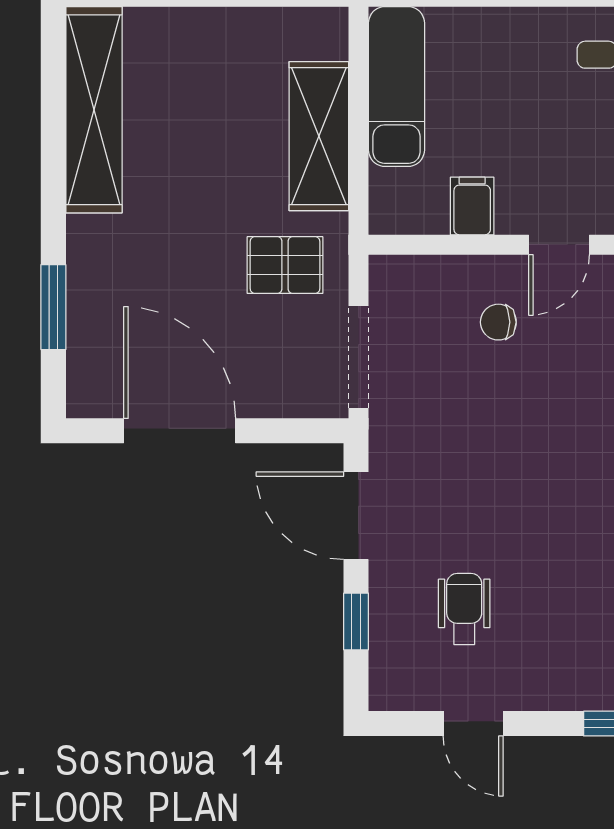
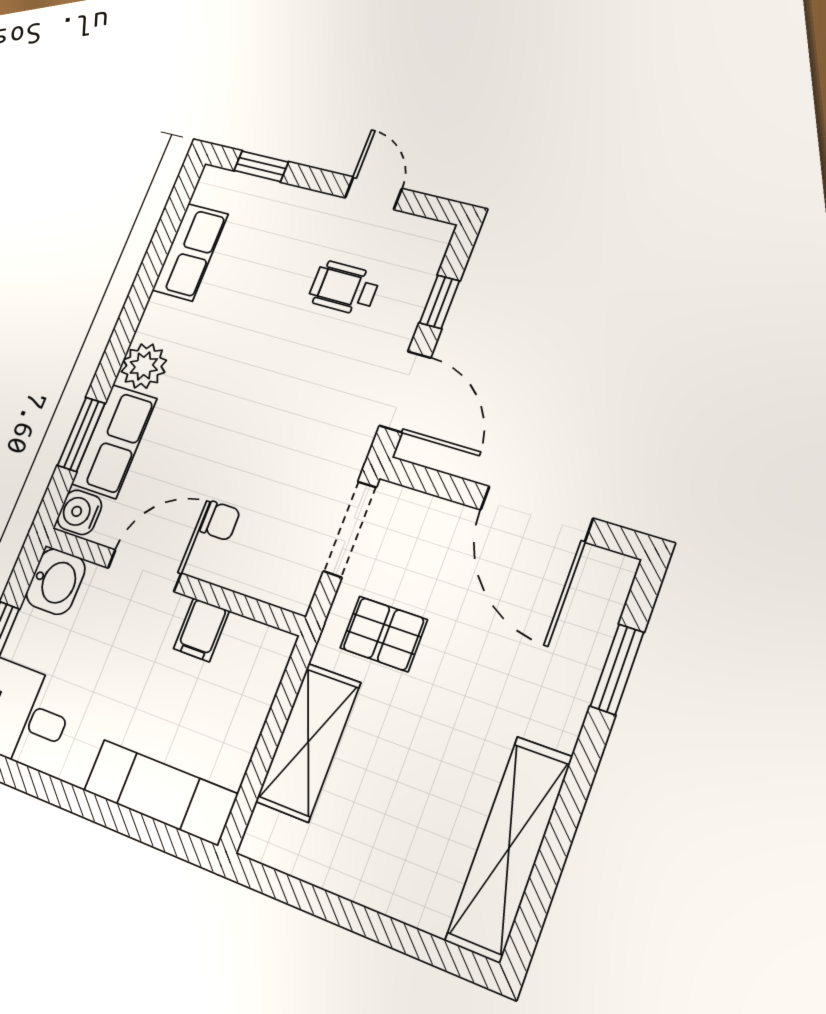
exam couch: (397, 86) -> (160, 792), moved, turned 90
door: (559, 245) -> (144, 571), width x1.37
wheelchair: (464, 609) -> (344, 288), turned 90

